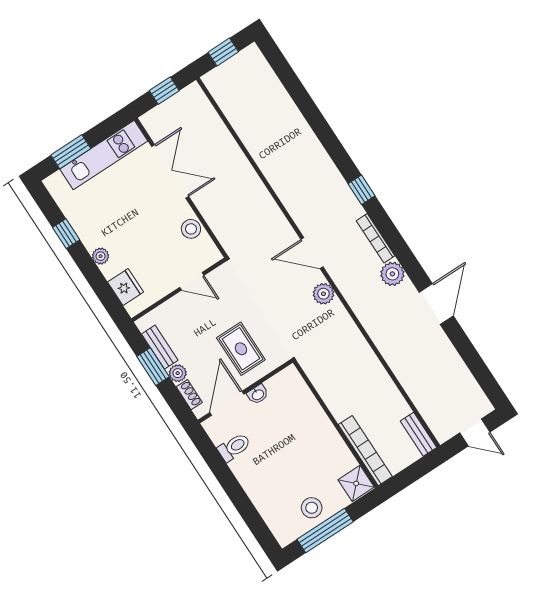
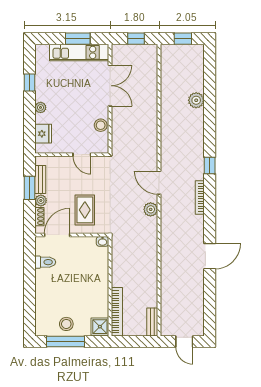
window: (71, 152) -> (78, 39), moved
plant: (392, 274) -> (196, 100), moved
washbasin: (258, 394) -> (103, 241), moved

